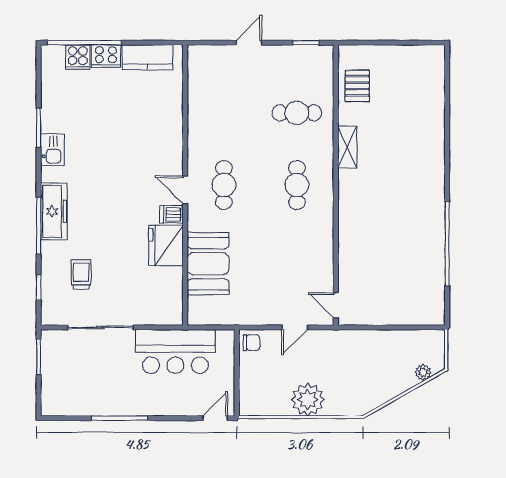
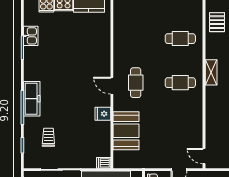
shelving: (347, 147) -> (211, 72), moved
kitchen sink: (52, 150) -> (31, 36), moved
cafe table: (297, 185) -> (180, 83), turned 90
dishwasher: (171, 214) -> (104, 163), moved
fridge: (166, 245) -> (103, 114), width x0.53, depth x0.75

